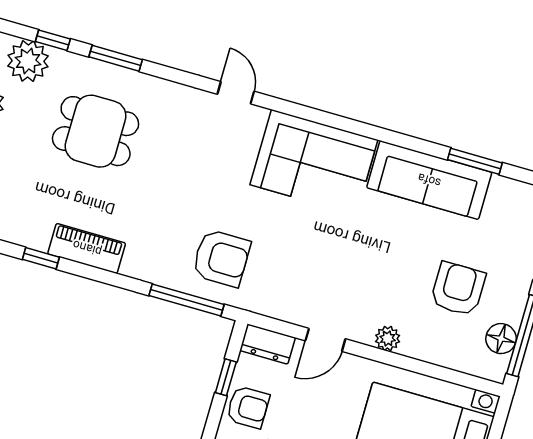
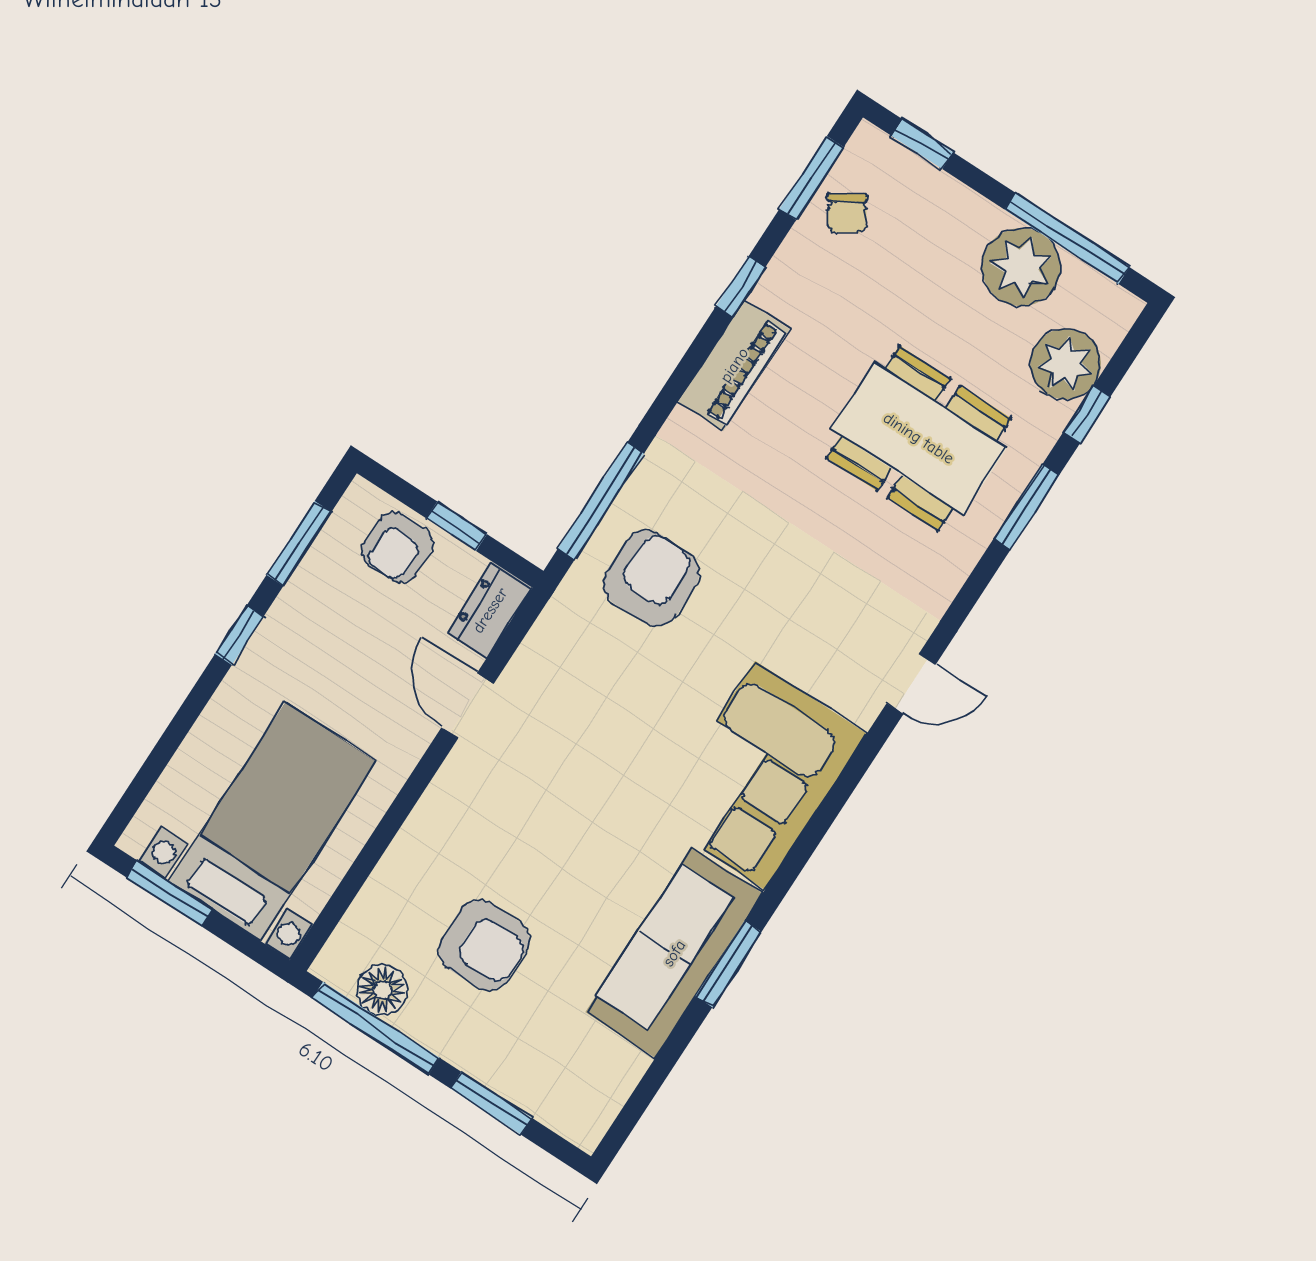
dining table: (96, 131) -> (919, 438), width x1.38
window: (475, 161) -> (728, 964), moved
armchair: (221, 258) -> (651, 578), turned 180
plant: (388, 338) -> (439, 807), removed

